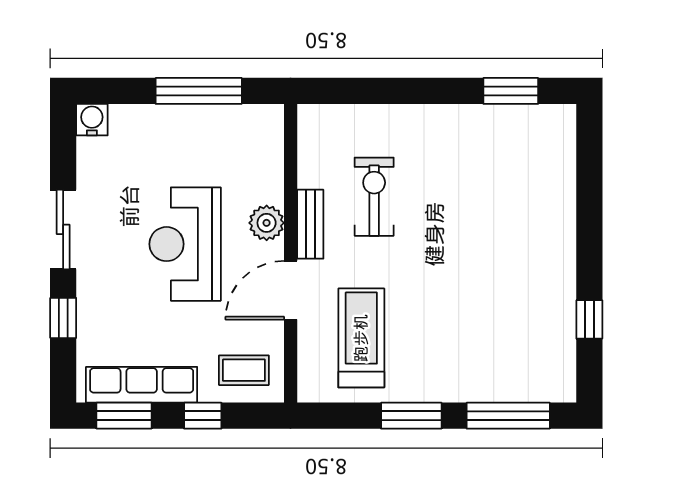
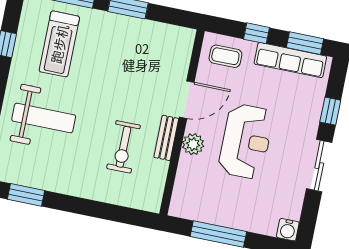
weight bench: (508, 216) -> (44, 118), added
treadmill: (361, 338) -> (59, 44), moved

